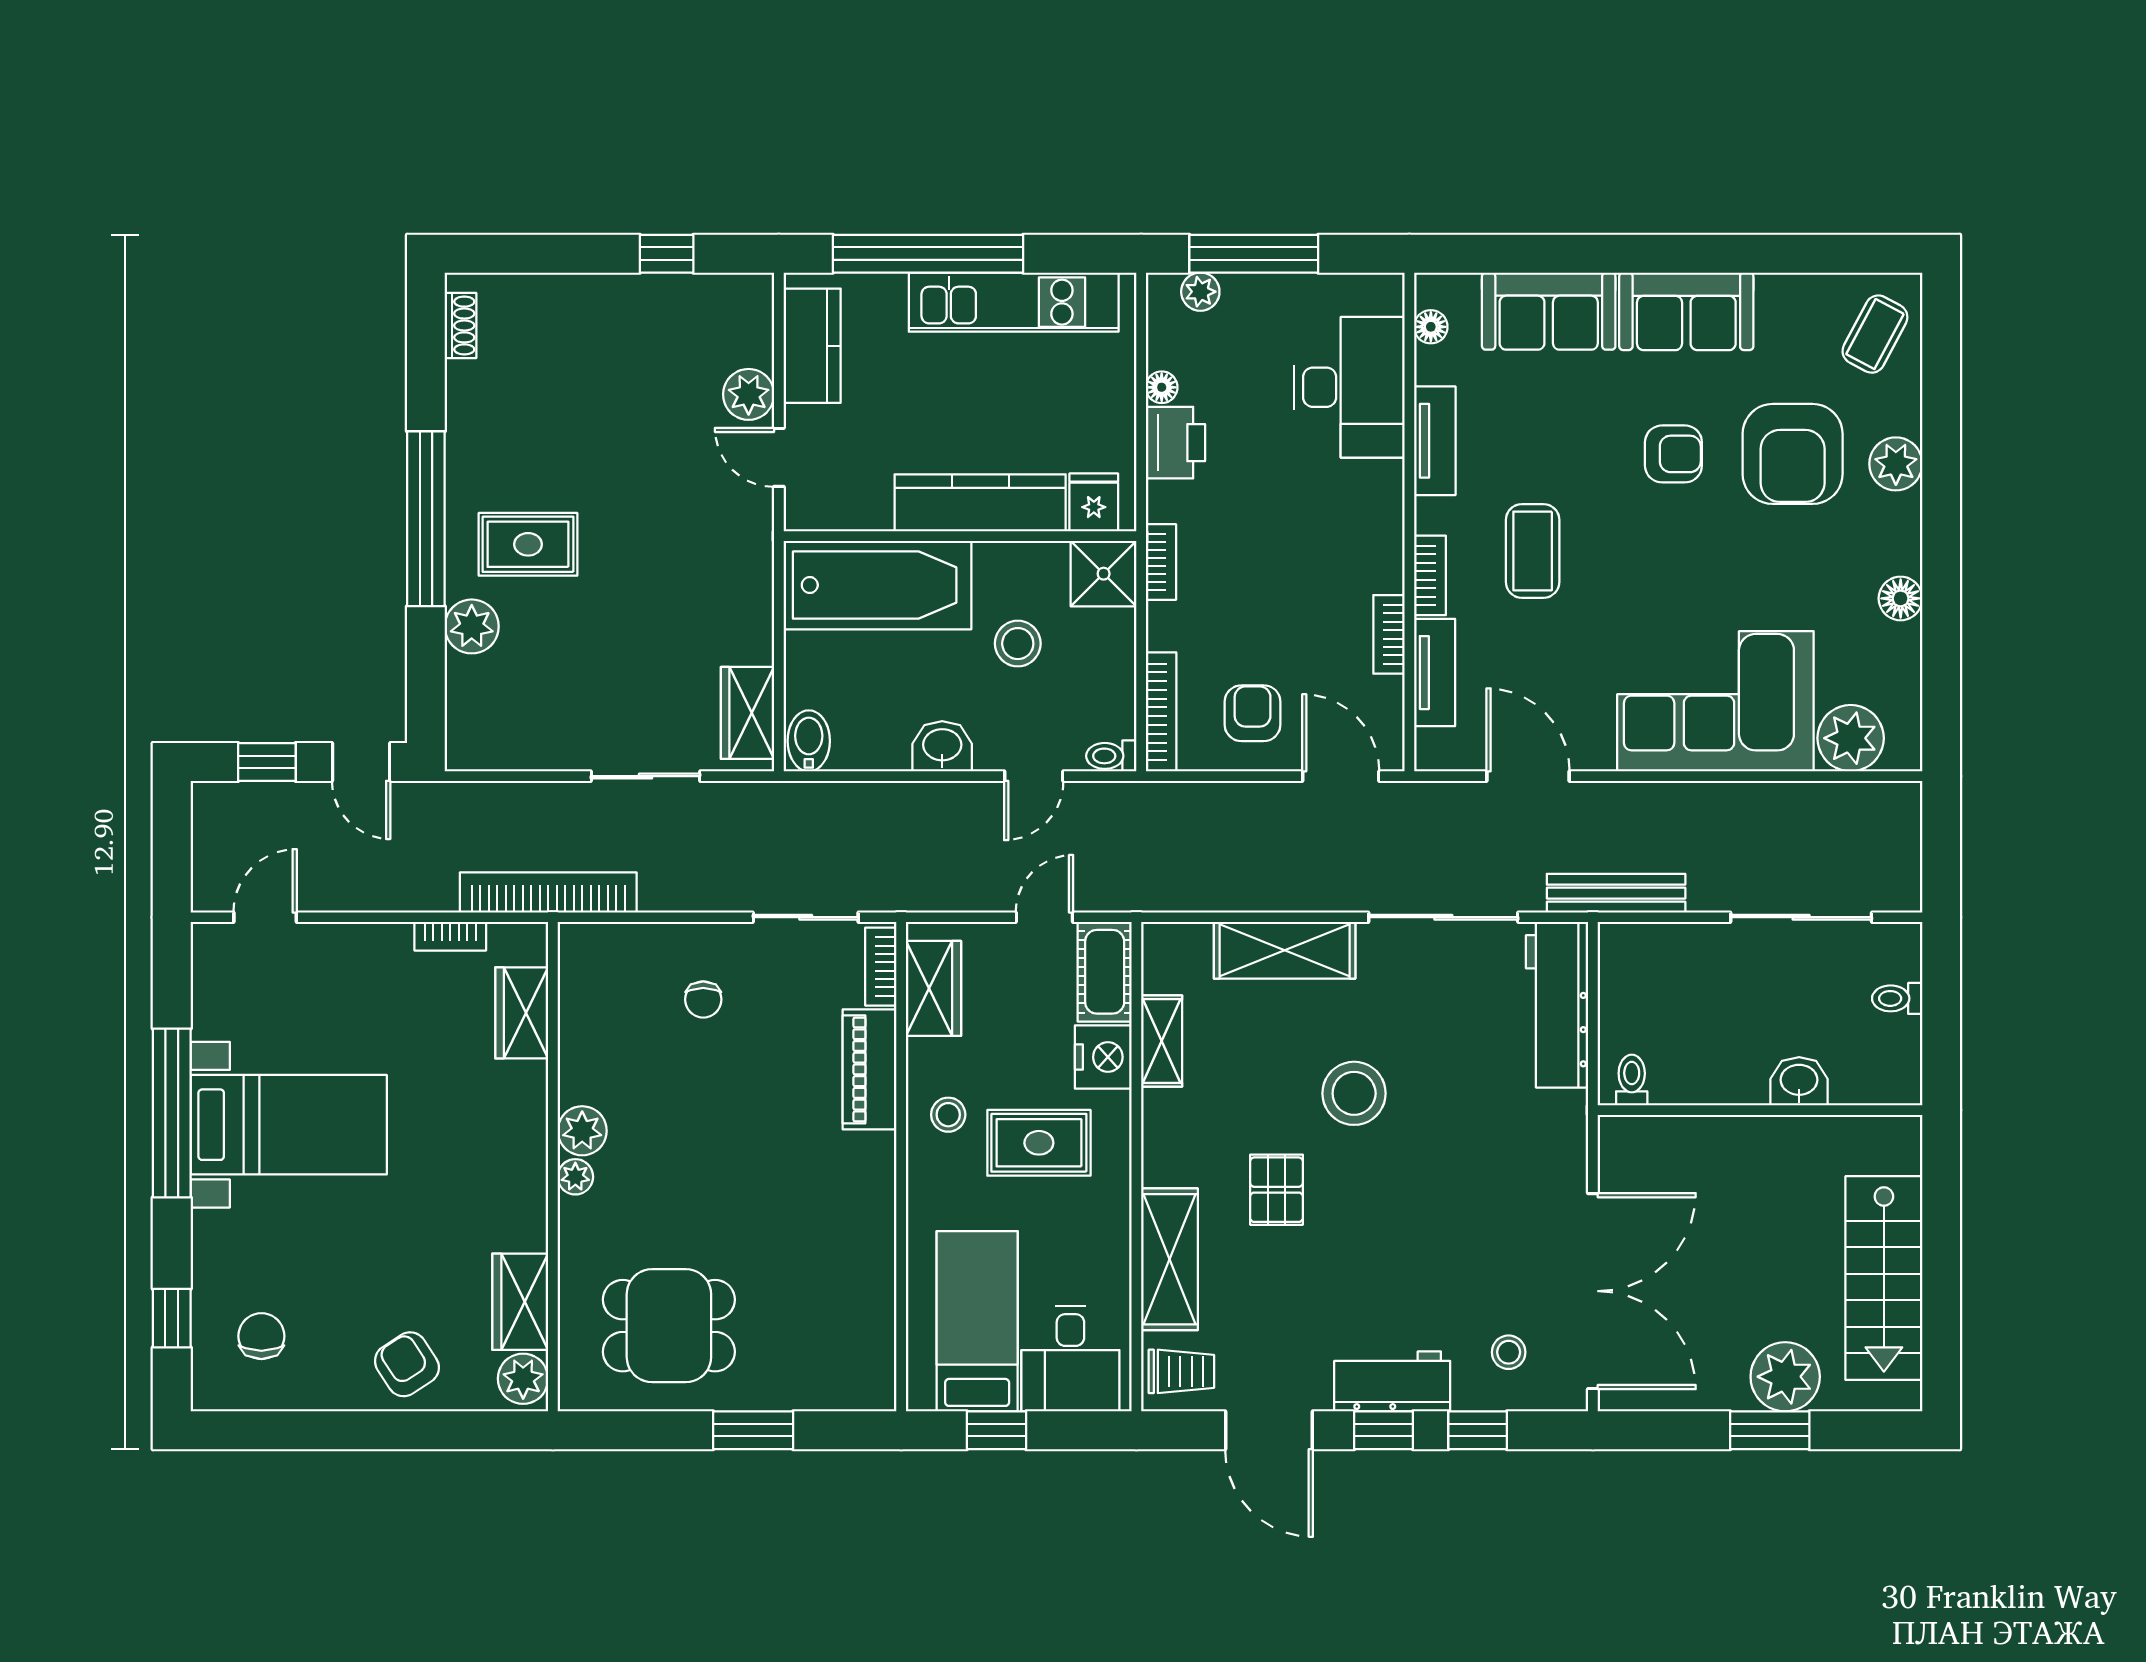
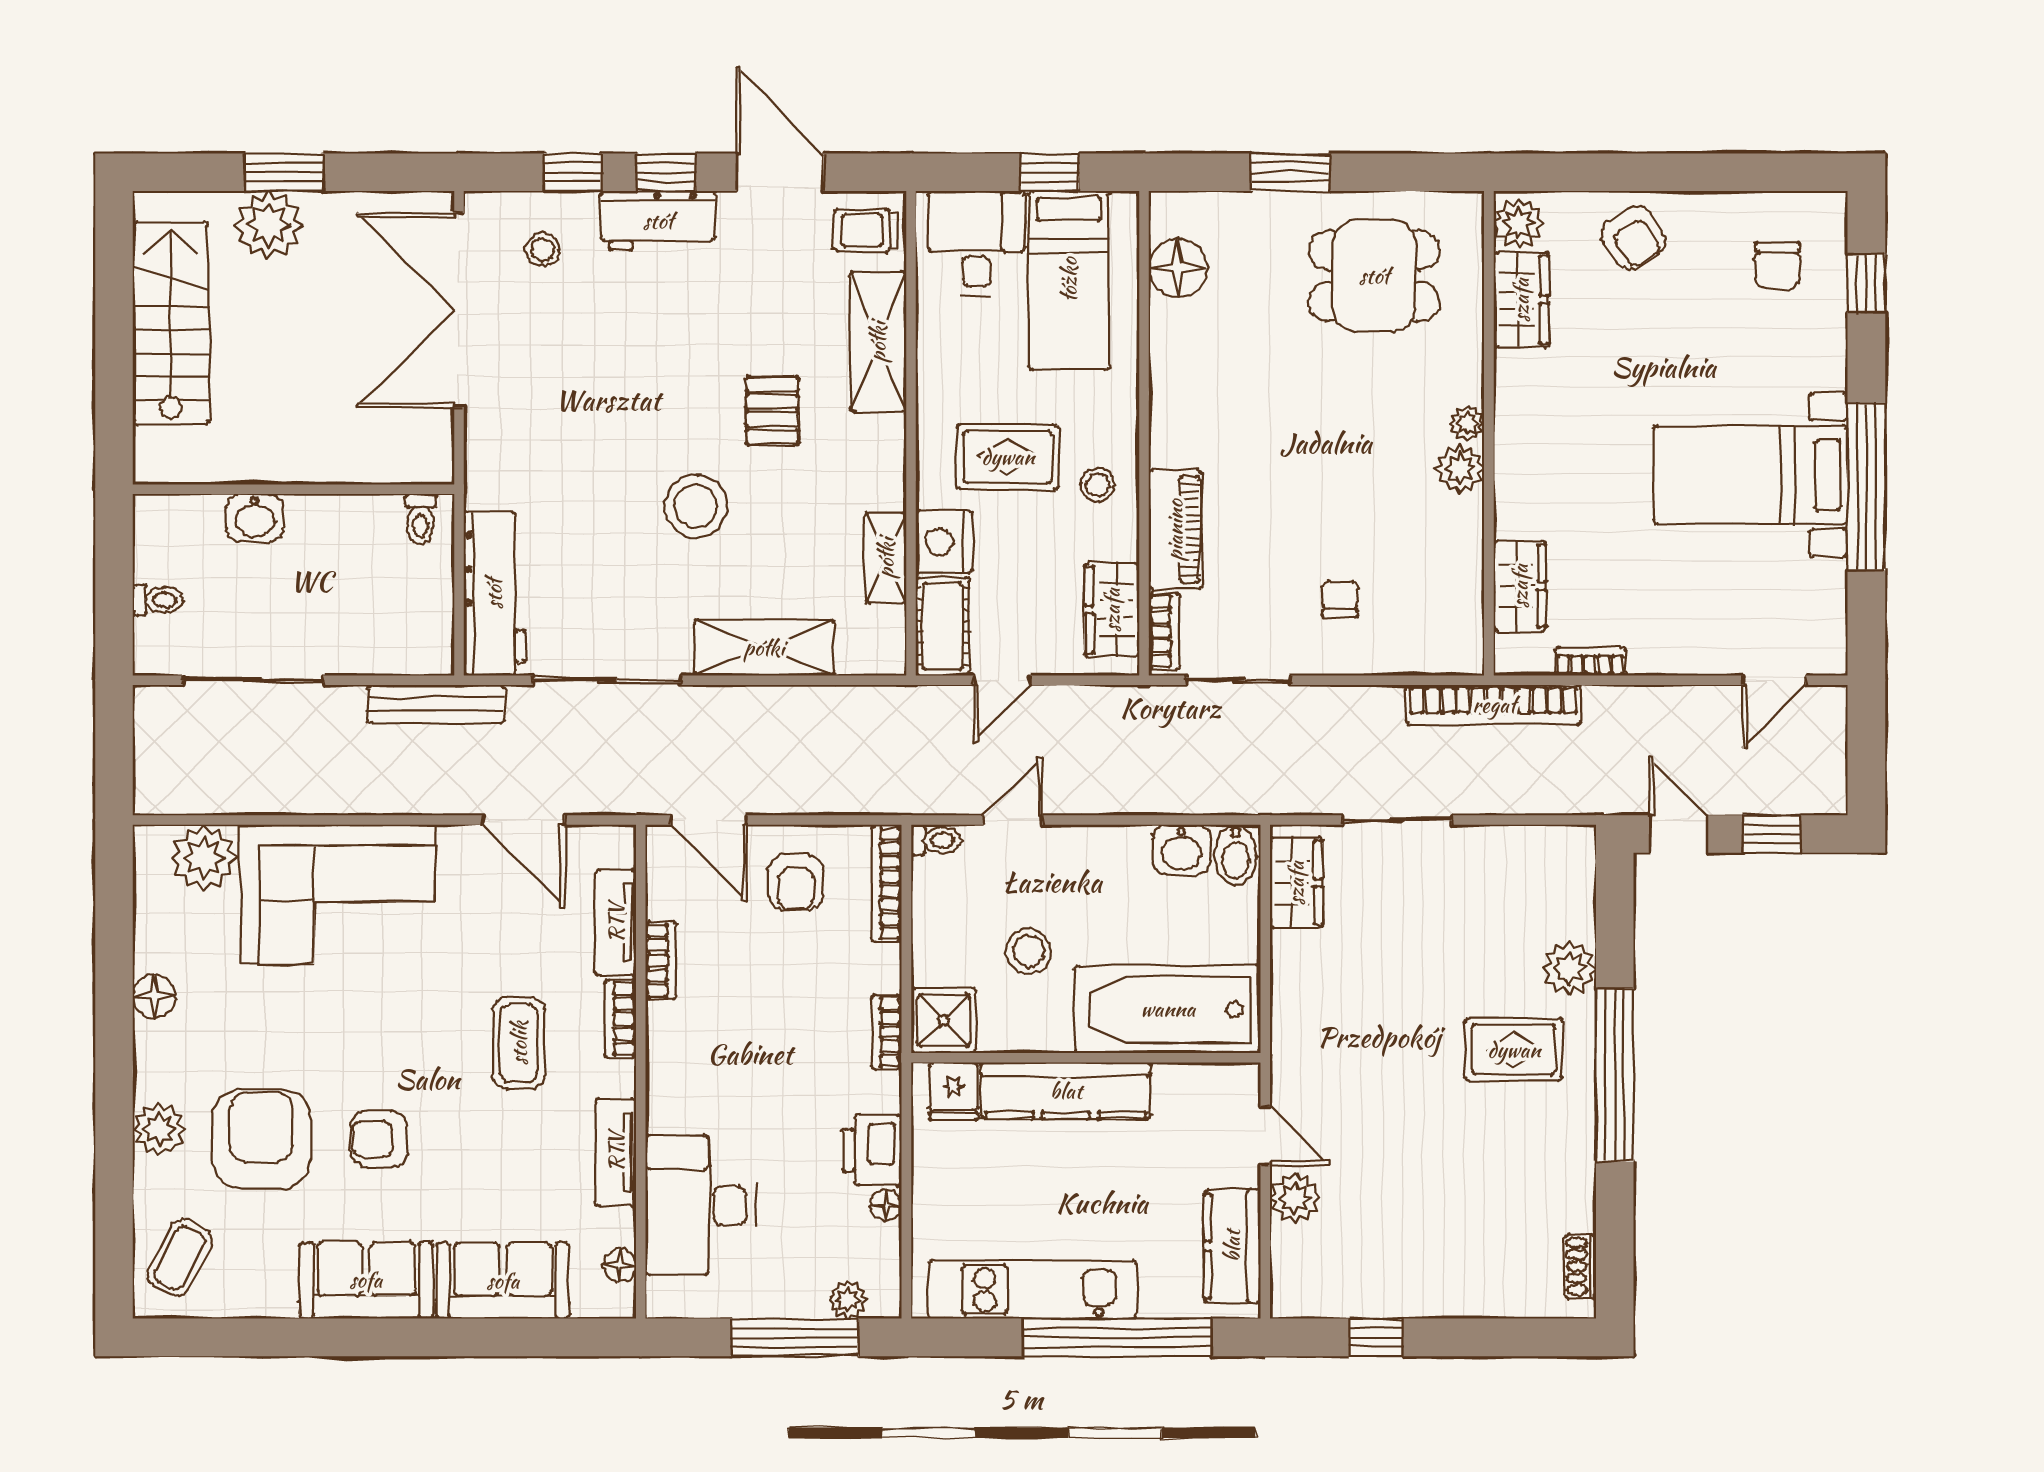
washbasin: (942, 746) -> (1181, 850), moved
floor lamp: (867, 1333) -> (1178, 268), added

